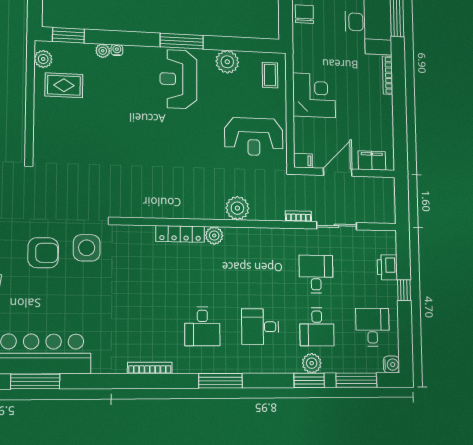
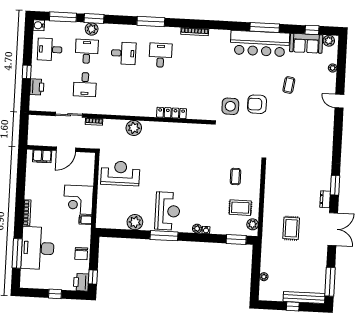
plant: (103, 51) -> (197, 229), moved
coffee table: (270, 75) -> (235, 176), moved
filing cabinet: (303, 161) -> (85, 220), moved
plant: (214, 236) -> (150, 111), removed
desk: (372, 327) -> (50, 49), turned 90

